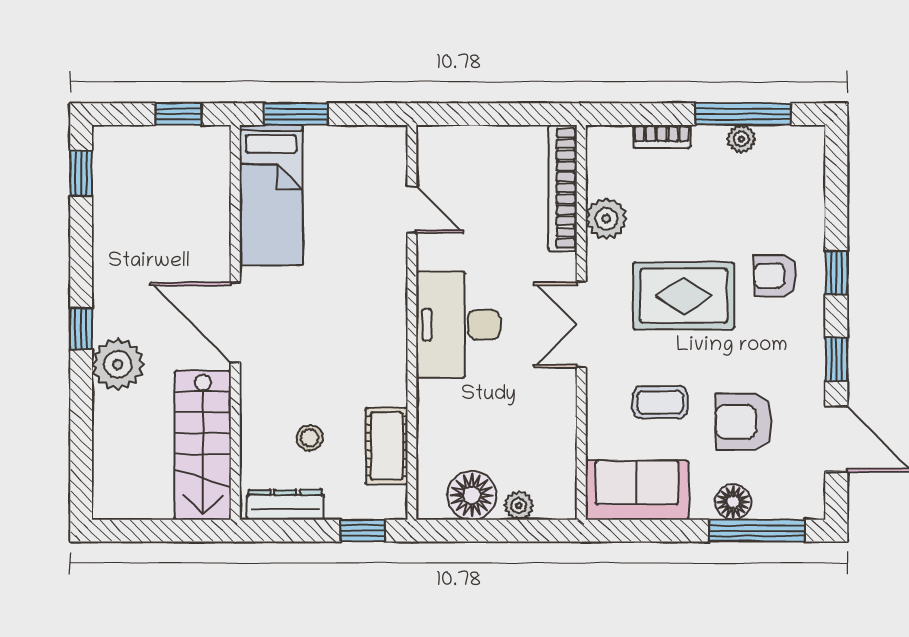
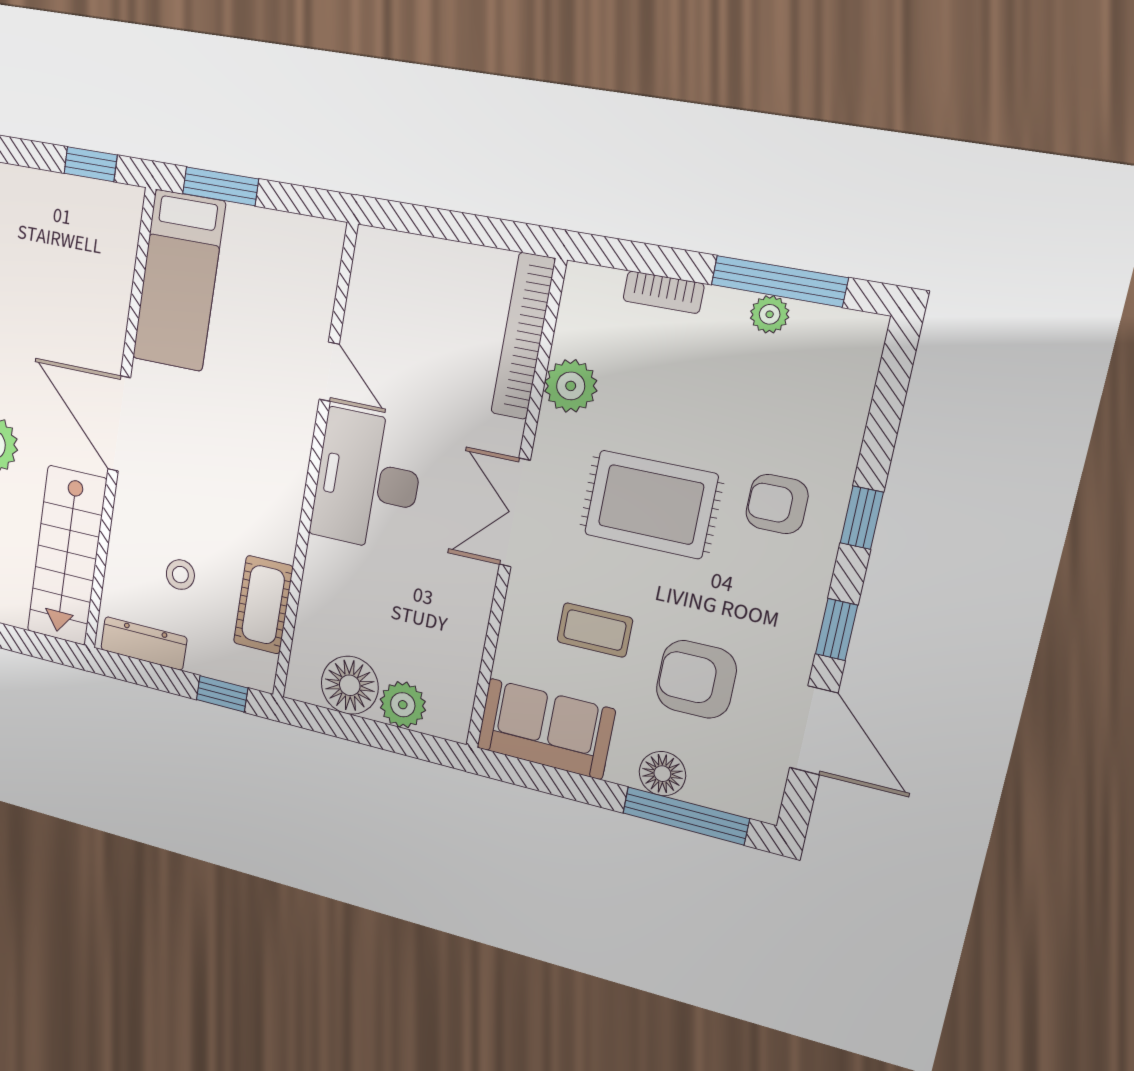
door: (412, 210) -> (329, 372), moved
plant: (519, 506) -> (403, 705), width x1.38, depth x1.38

